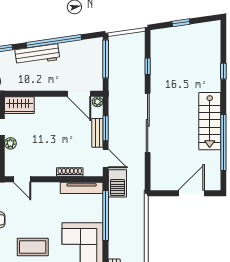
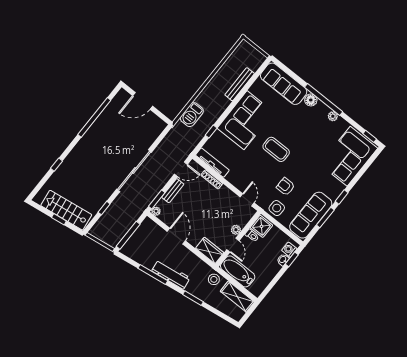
window: (54, 41) -> (153, 274), width x0.68
door: (79, 94) -> (176, 236), moved
stairs: (210, 121) -> (66, 210), moved, turned -98
window: (106, 128) -> (157, 199), moved
door: (106, 159) -> (181, 169), swing flipped
barbecue: (117, 183) -> (192, 115), moved, turned 180
window: (106, 216) -> (211, 132), width x0.32

